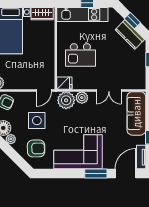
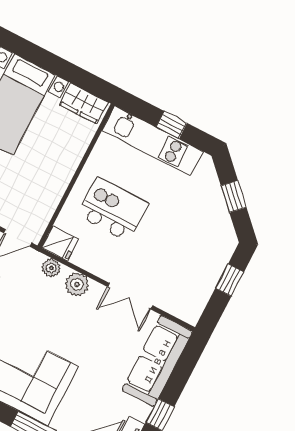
kitchen counter: (130, 34) -> (217, 218), removed
kitchen island: (80, 55) -> (113, 209), turned 180
plant: (66, 100) -> (51, 268), width x0.53, depth x0.53

